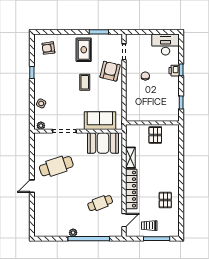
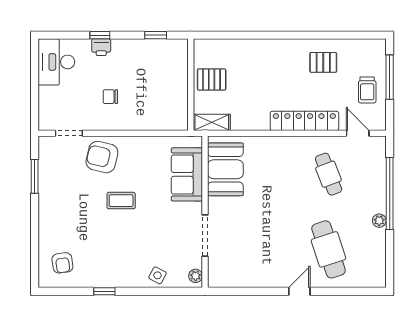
rug: (84, 50) -> (65, 202), removed
shelving: (130, 158) -> (212, 122), moved
cafe table: (56, 166) -> (329, 249), moved
door: (32, 186) -> (299, 291), swing flipped

